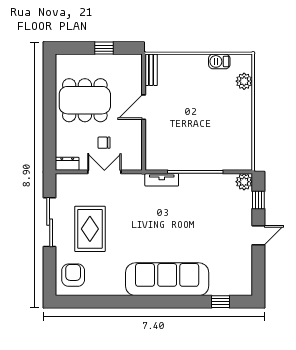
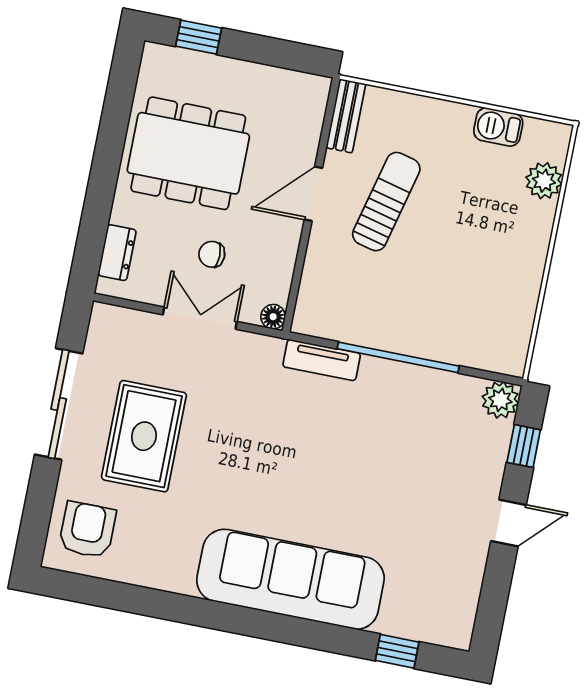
window: (104, 48) -> (199, 37), moved
sun lounger: (176, 104) -> (386, 202), added
dresser: (67, 164) -> (117, 253), moved, turned 90
floor lamp: (137, 165) -> (273, 317), added

